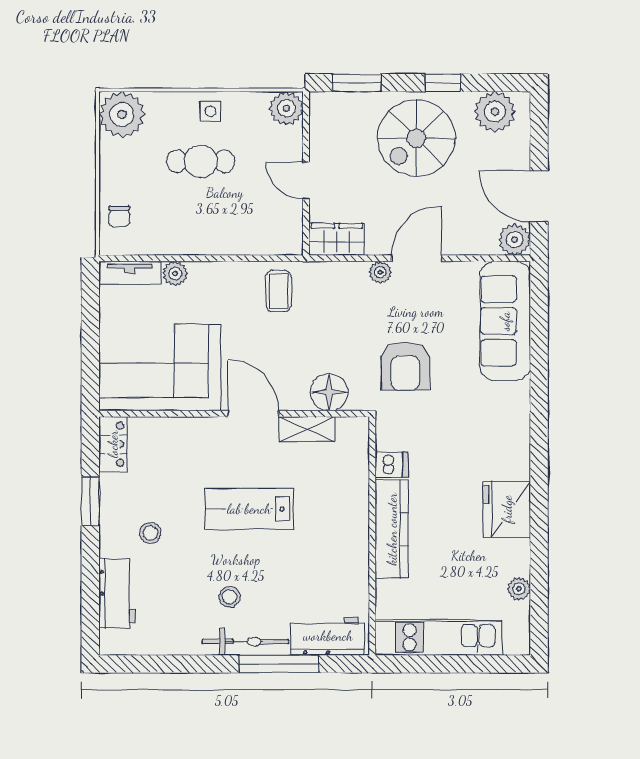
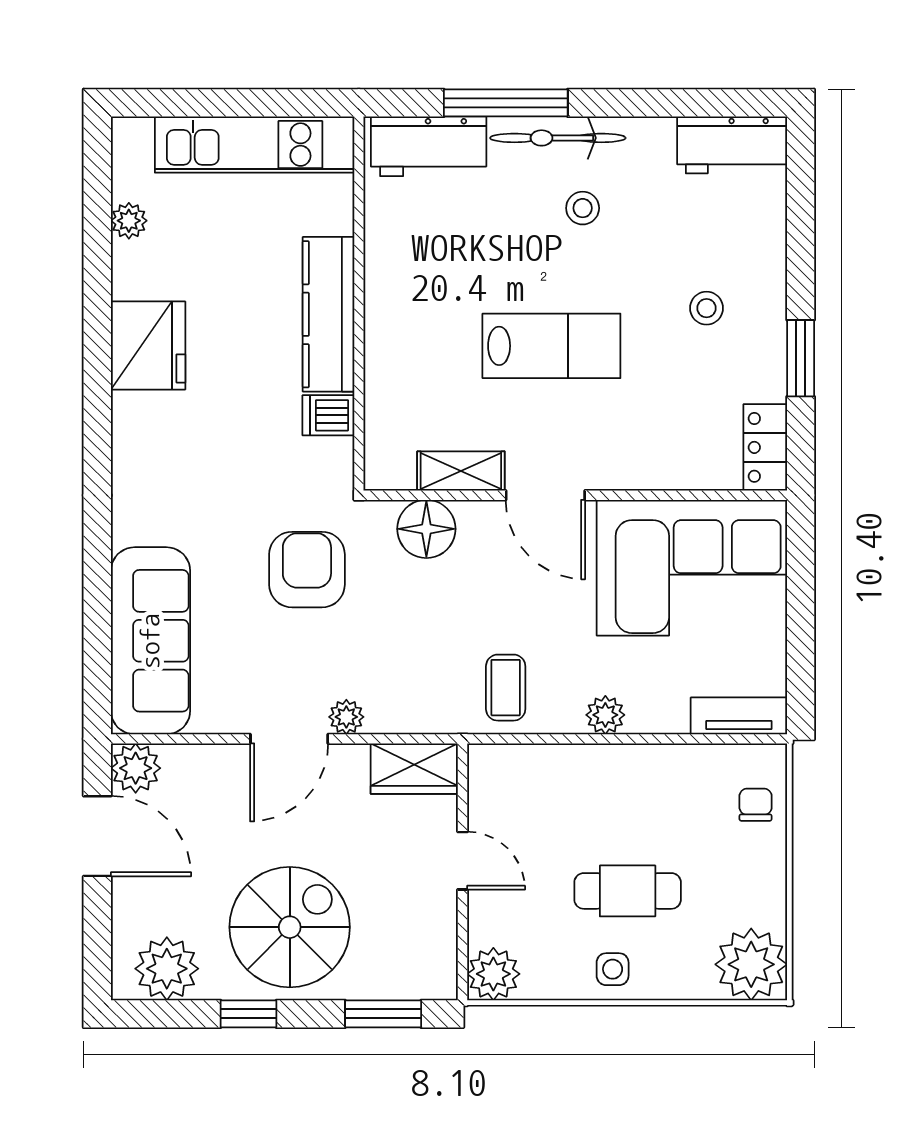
plant: (175, 274) -> (605, 715), moved
workbench: (117, 593) -> (732, 145), moved, turned -90

